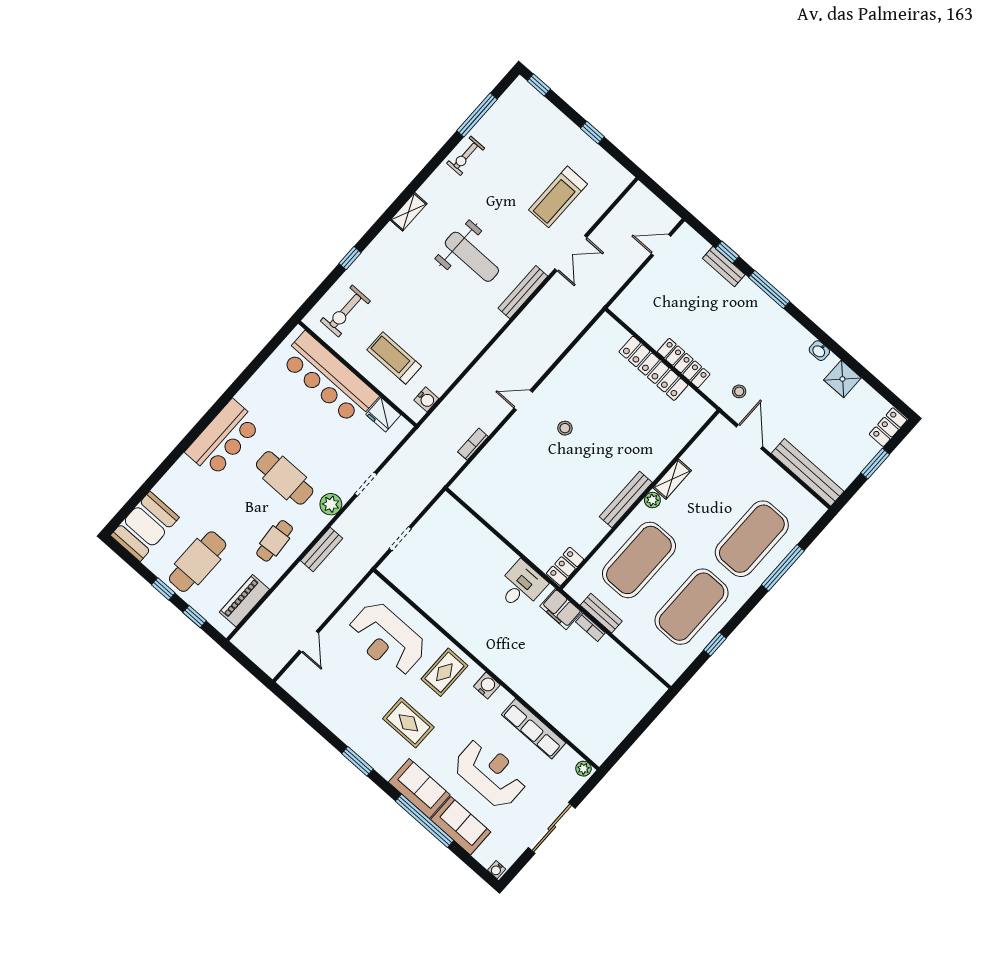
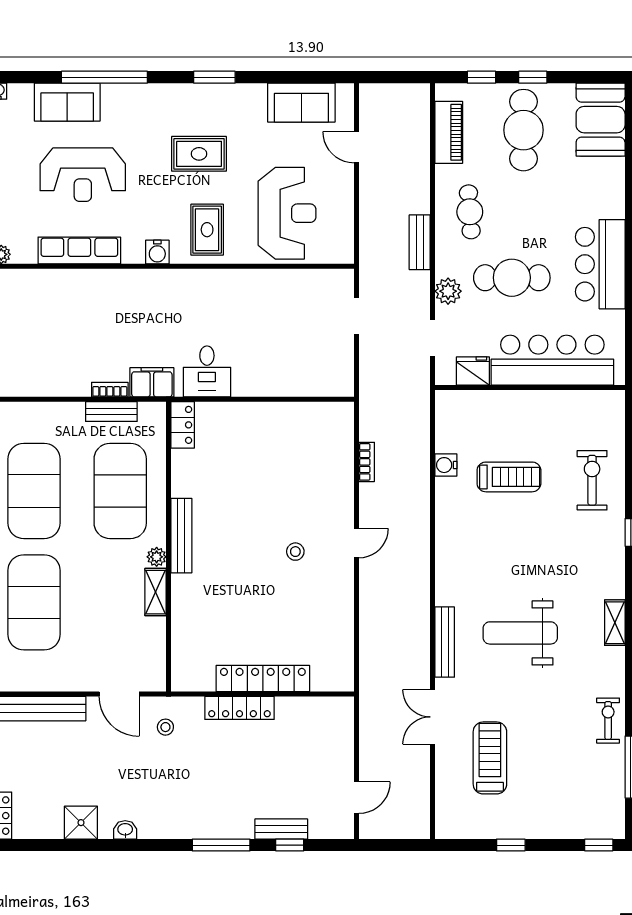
wall: (357, 374) -> (530, 387), moved
bar counter: (329, 378) -> (552, 360), moved
fridge: (383, 415) -> (473, 371), moved
reception desk: (387, 639) -> (287, 213), turned 90
sofa: (419, 788) -> (301, 103), moved

